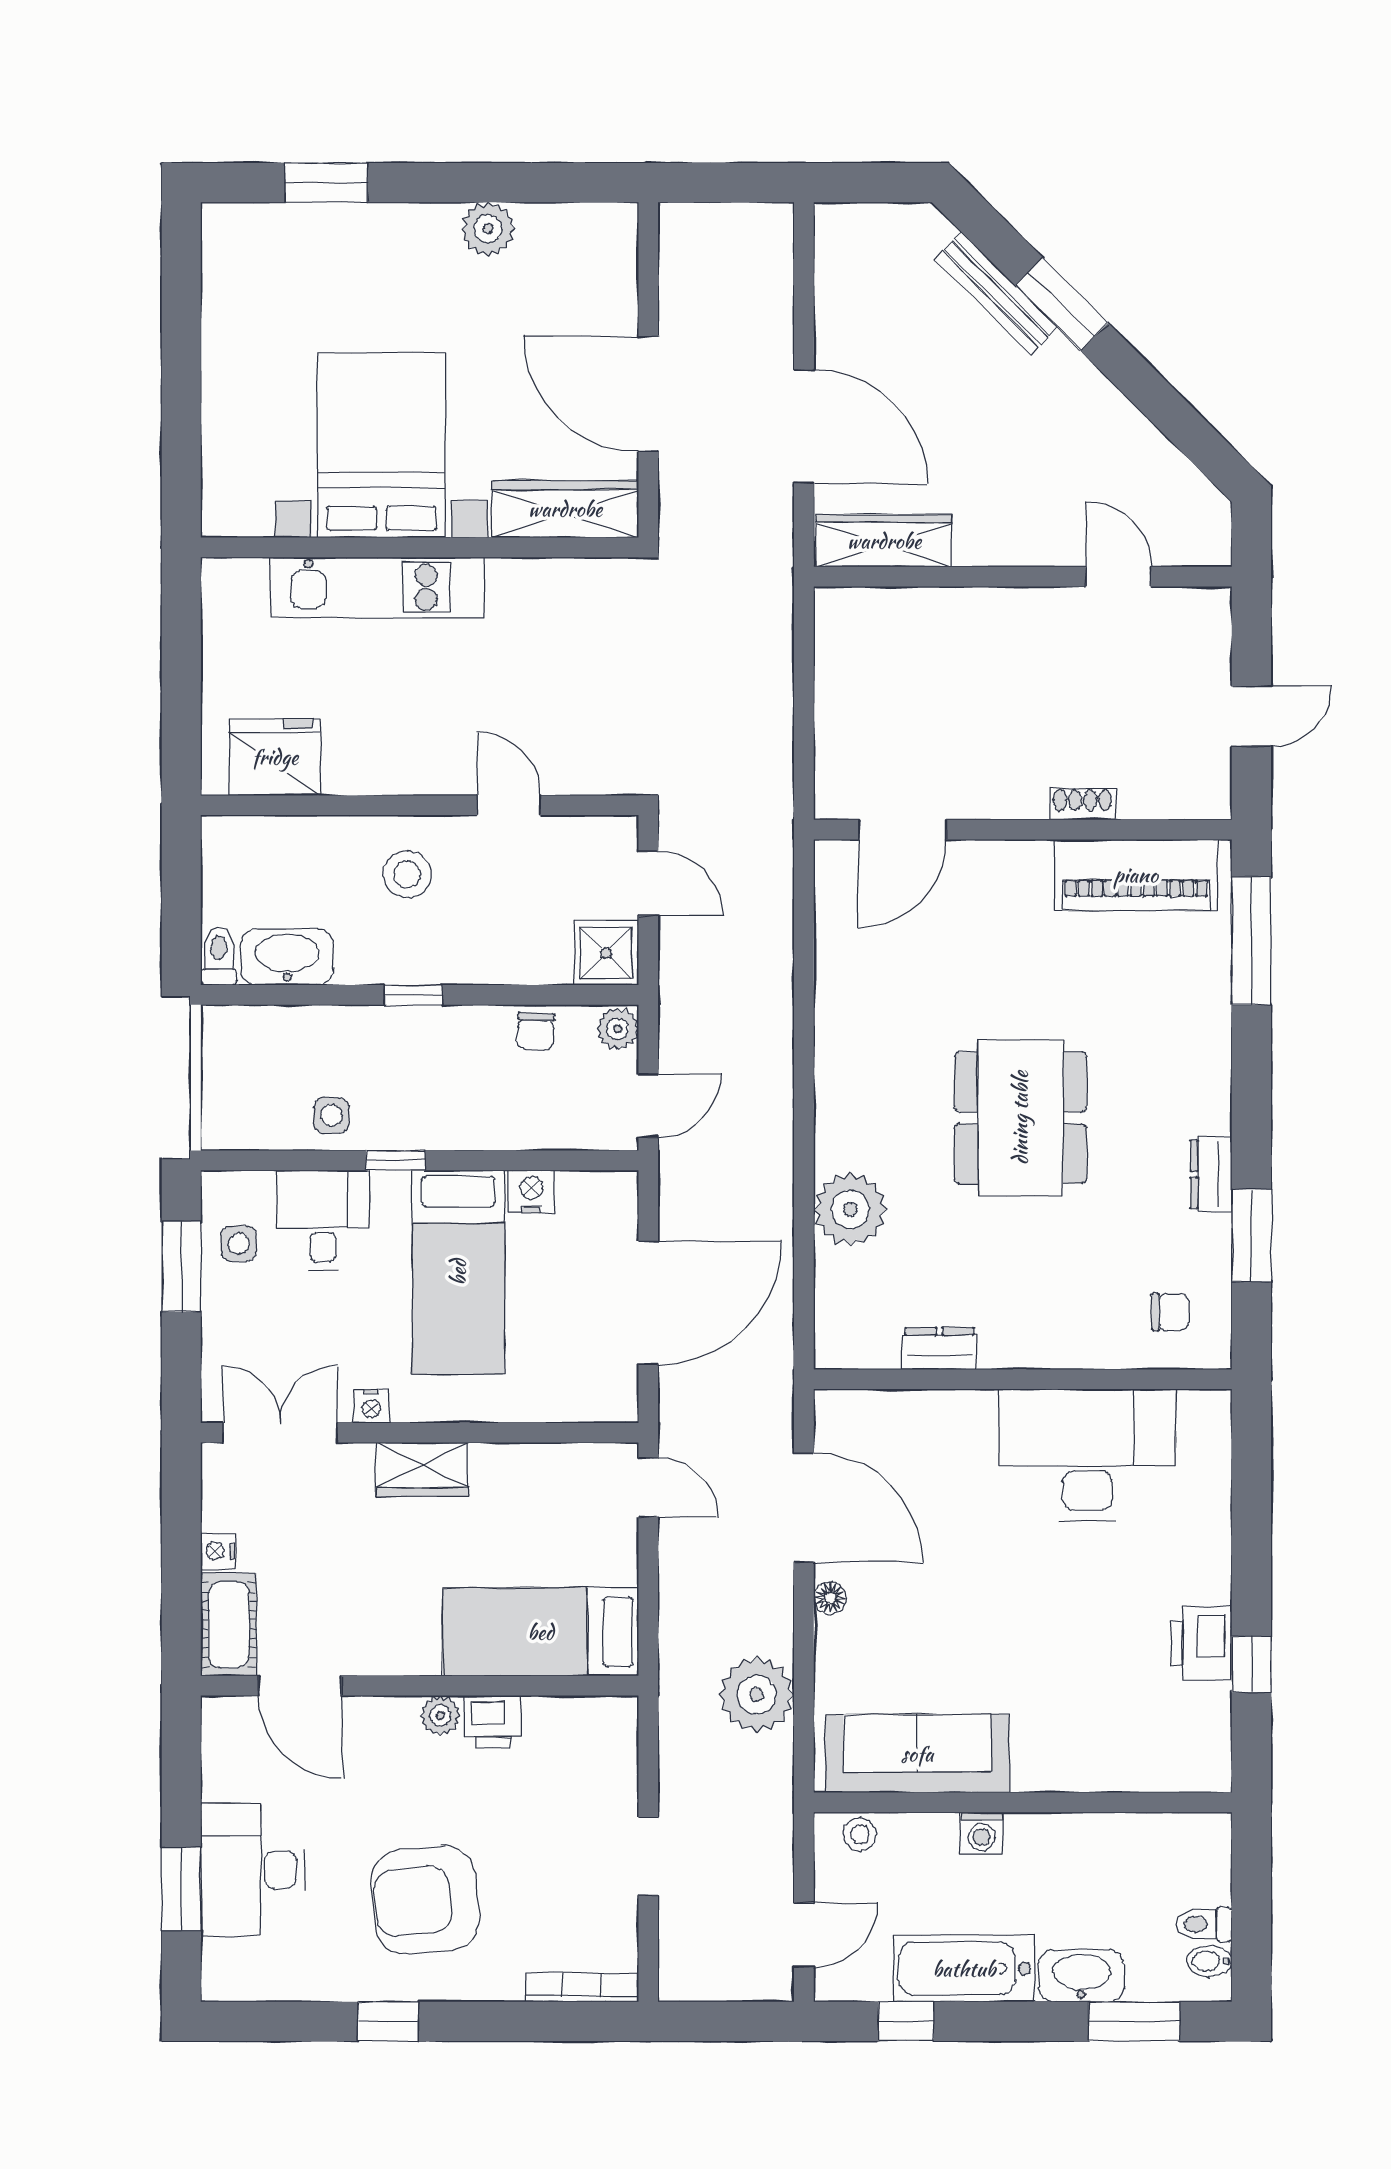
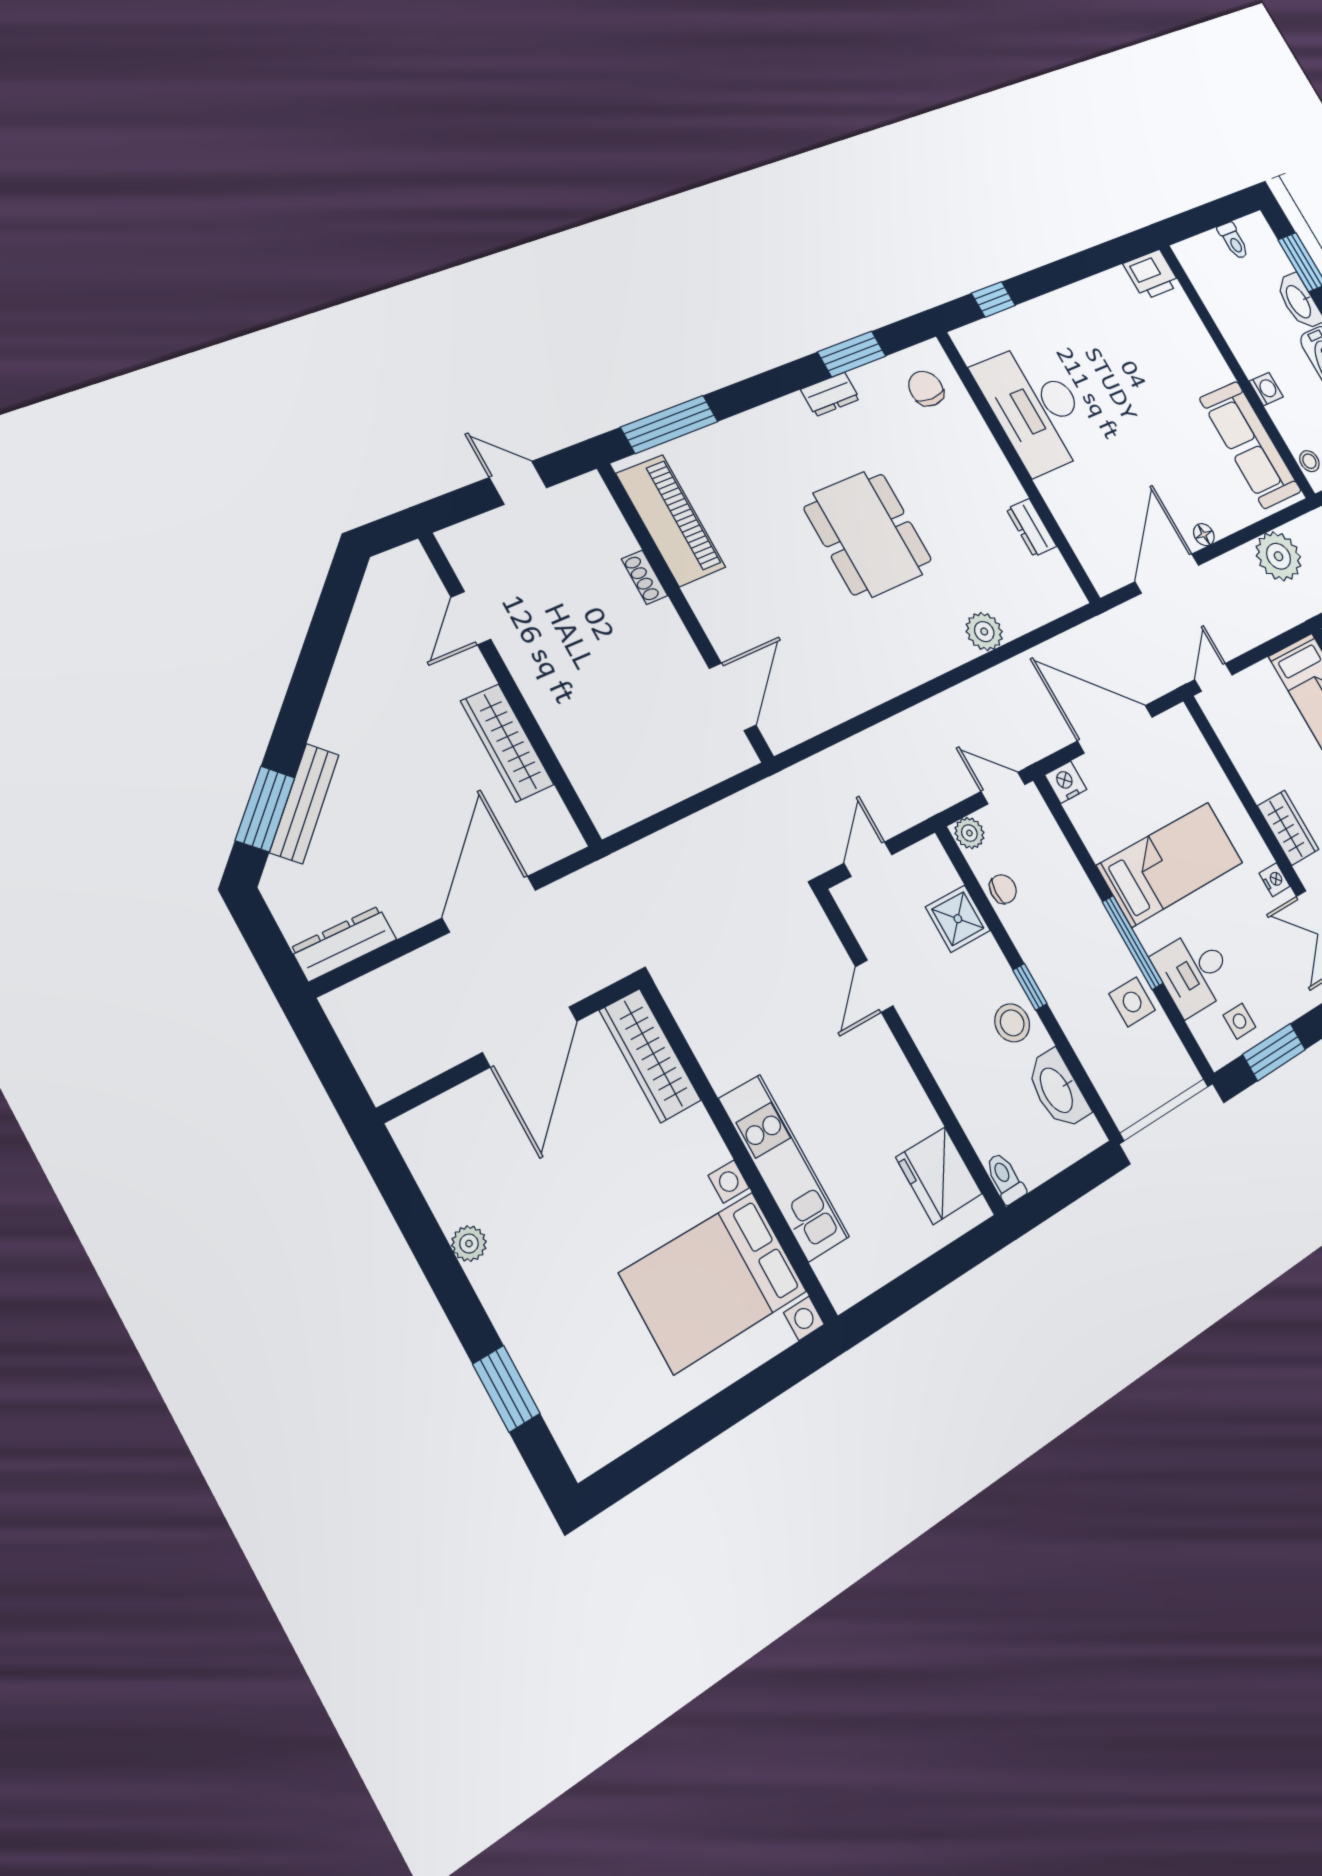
plant: (488, 229) -> (469, 1244), width x0.73, depth x0.73
dresser: (835, 257) -> (344, 944), added
window: (1062, 304) -> (265, 809), moved
bed with nightstands: (382, 445) -> (714, 1282), moved
wardrobe: (884, 541) -> (507, 743), moved
door: (902, 830) -> (733, 697), hinge flipped
stool: (407, 874) -> (1012, 1023), moved
shower: (606, 953) -> (958, 919), moved
toilet: (219, 956) -> (1005, 1178), moved, turned 90
side table: (331, 1115) -> (1132, 1002), width x1.37, depth x1.37
dining table: (1020, 1118) -> (868, 534), turned 90
window: (396, 1160) -> (1133, 943), width x2.17
nightstand: (531, 1191) -> (1066, 782), moved, turned 90
plant: (850, 1209) -> (984, 632), width x0.73, depth x0.73
chair: (1170, 1312) -> (926, 389), width x1.37, depth x1.37
printer: (1201, 1643) -> (1152, 275), moved
window: (1251, 1664) -> (993, 299), moved
bidet: (1209, 1961) -> (1249, 230), removed

